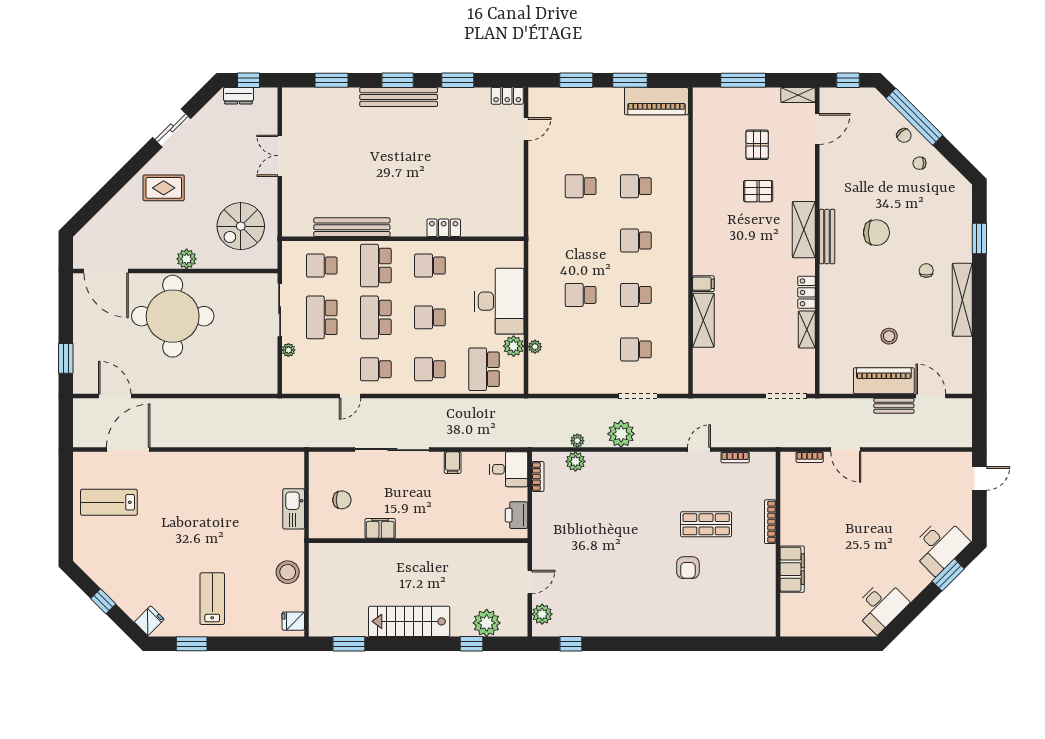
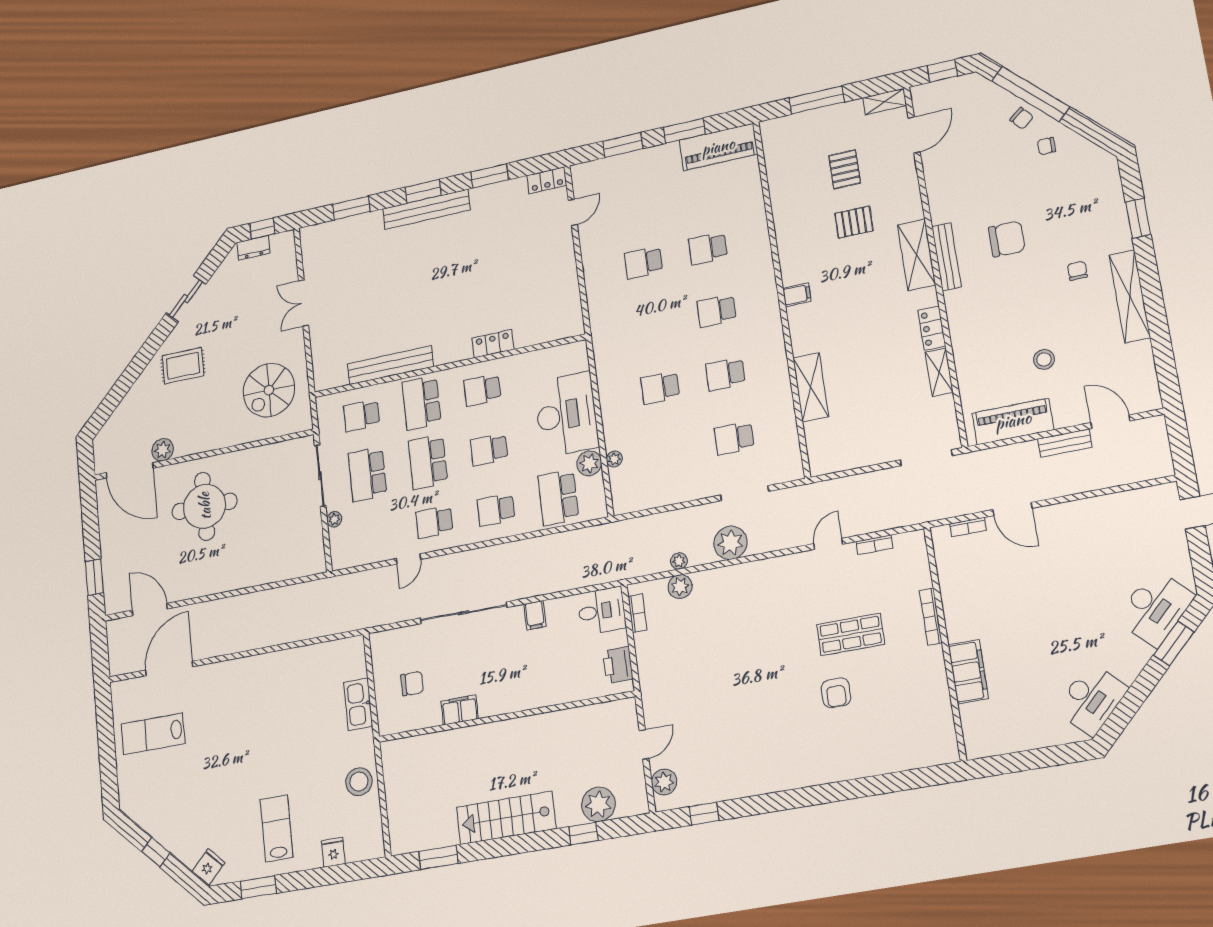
plant: (187, 259) -> (163, 450), moved
filing cabinet: (703, 284) -> (797, 295), moved
round table: (173, 316) -> (205, 506), width x0.73, depth x0.73
piano: (884, 381) -> (1013, 421), moved
fridge: (293, 621) -> (333, 852), moved, turned 90

